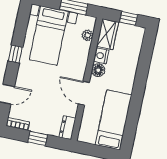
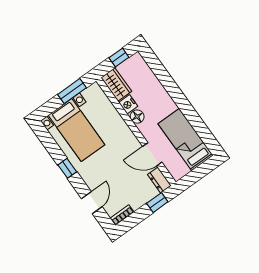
plant: (87, 35) -> (103, 100), removed
door: (84, 93) -> (152, 154), moved
window: (38, 138) -> (157, 203), moved

